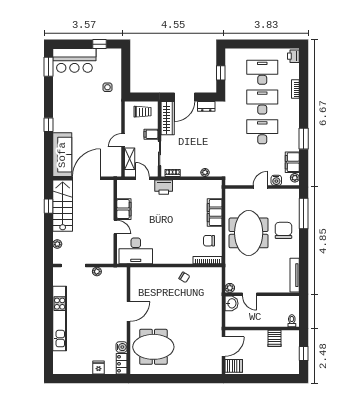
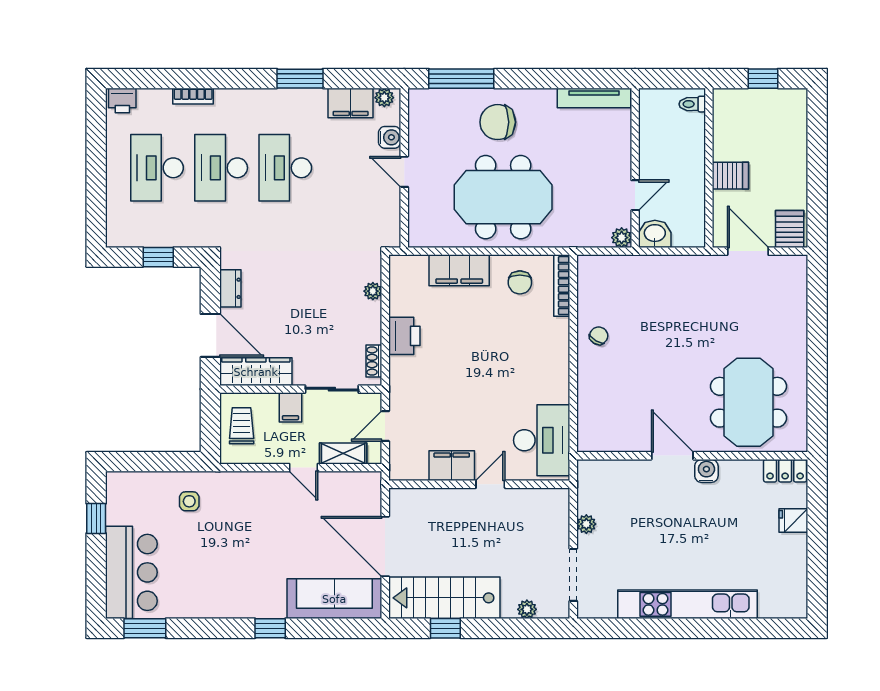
printer: (164, 187) -> (404, 336), moved
server rack: (275, 338) -> (730, 176), moved
water cooler: (122, 347) -> (706, 471), moved

